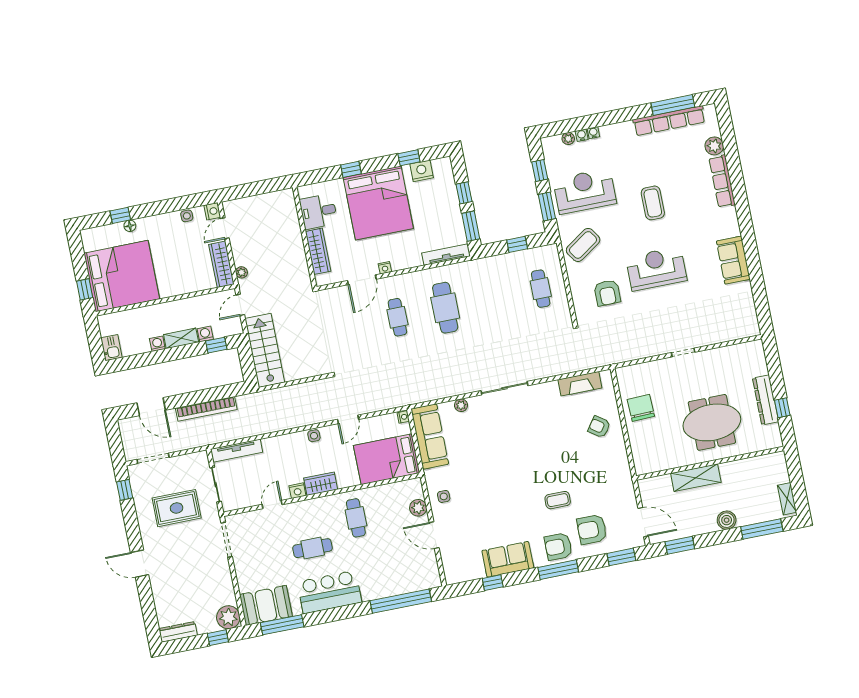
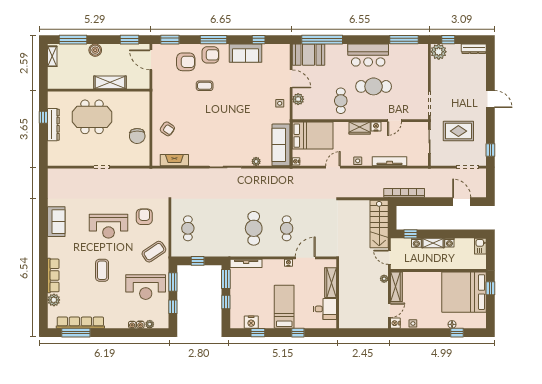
bed: (378, 203) -> (284, 307), width x0.49
door: (240, 305) -> (389, 257), swing flipped
bookcase: (206, 409) -> (404, 193), moved
tv unit: (237, 451) -> (390, 161), moved
cafe table: (313, 548) -> (374, 86), width x1.37, depth x1.35
booth: (266, 605) -> (309, 55), moved

